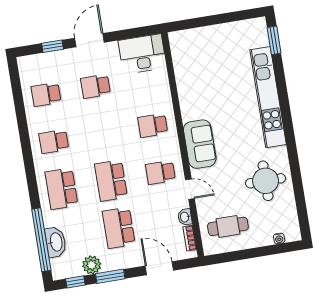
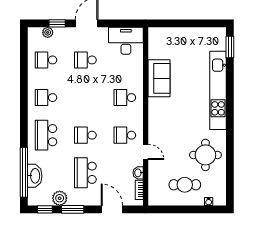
plant: (42, 60) -> (48, 32), added
sofa: (200, 144) -> (159, 78), moved
school desk: (111, 181) -> (85, 135), width x0.54
cafe table: (228, 226) -> (185, 185), moved

